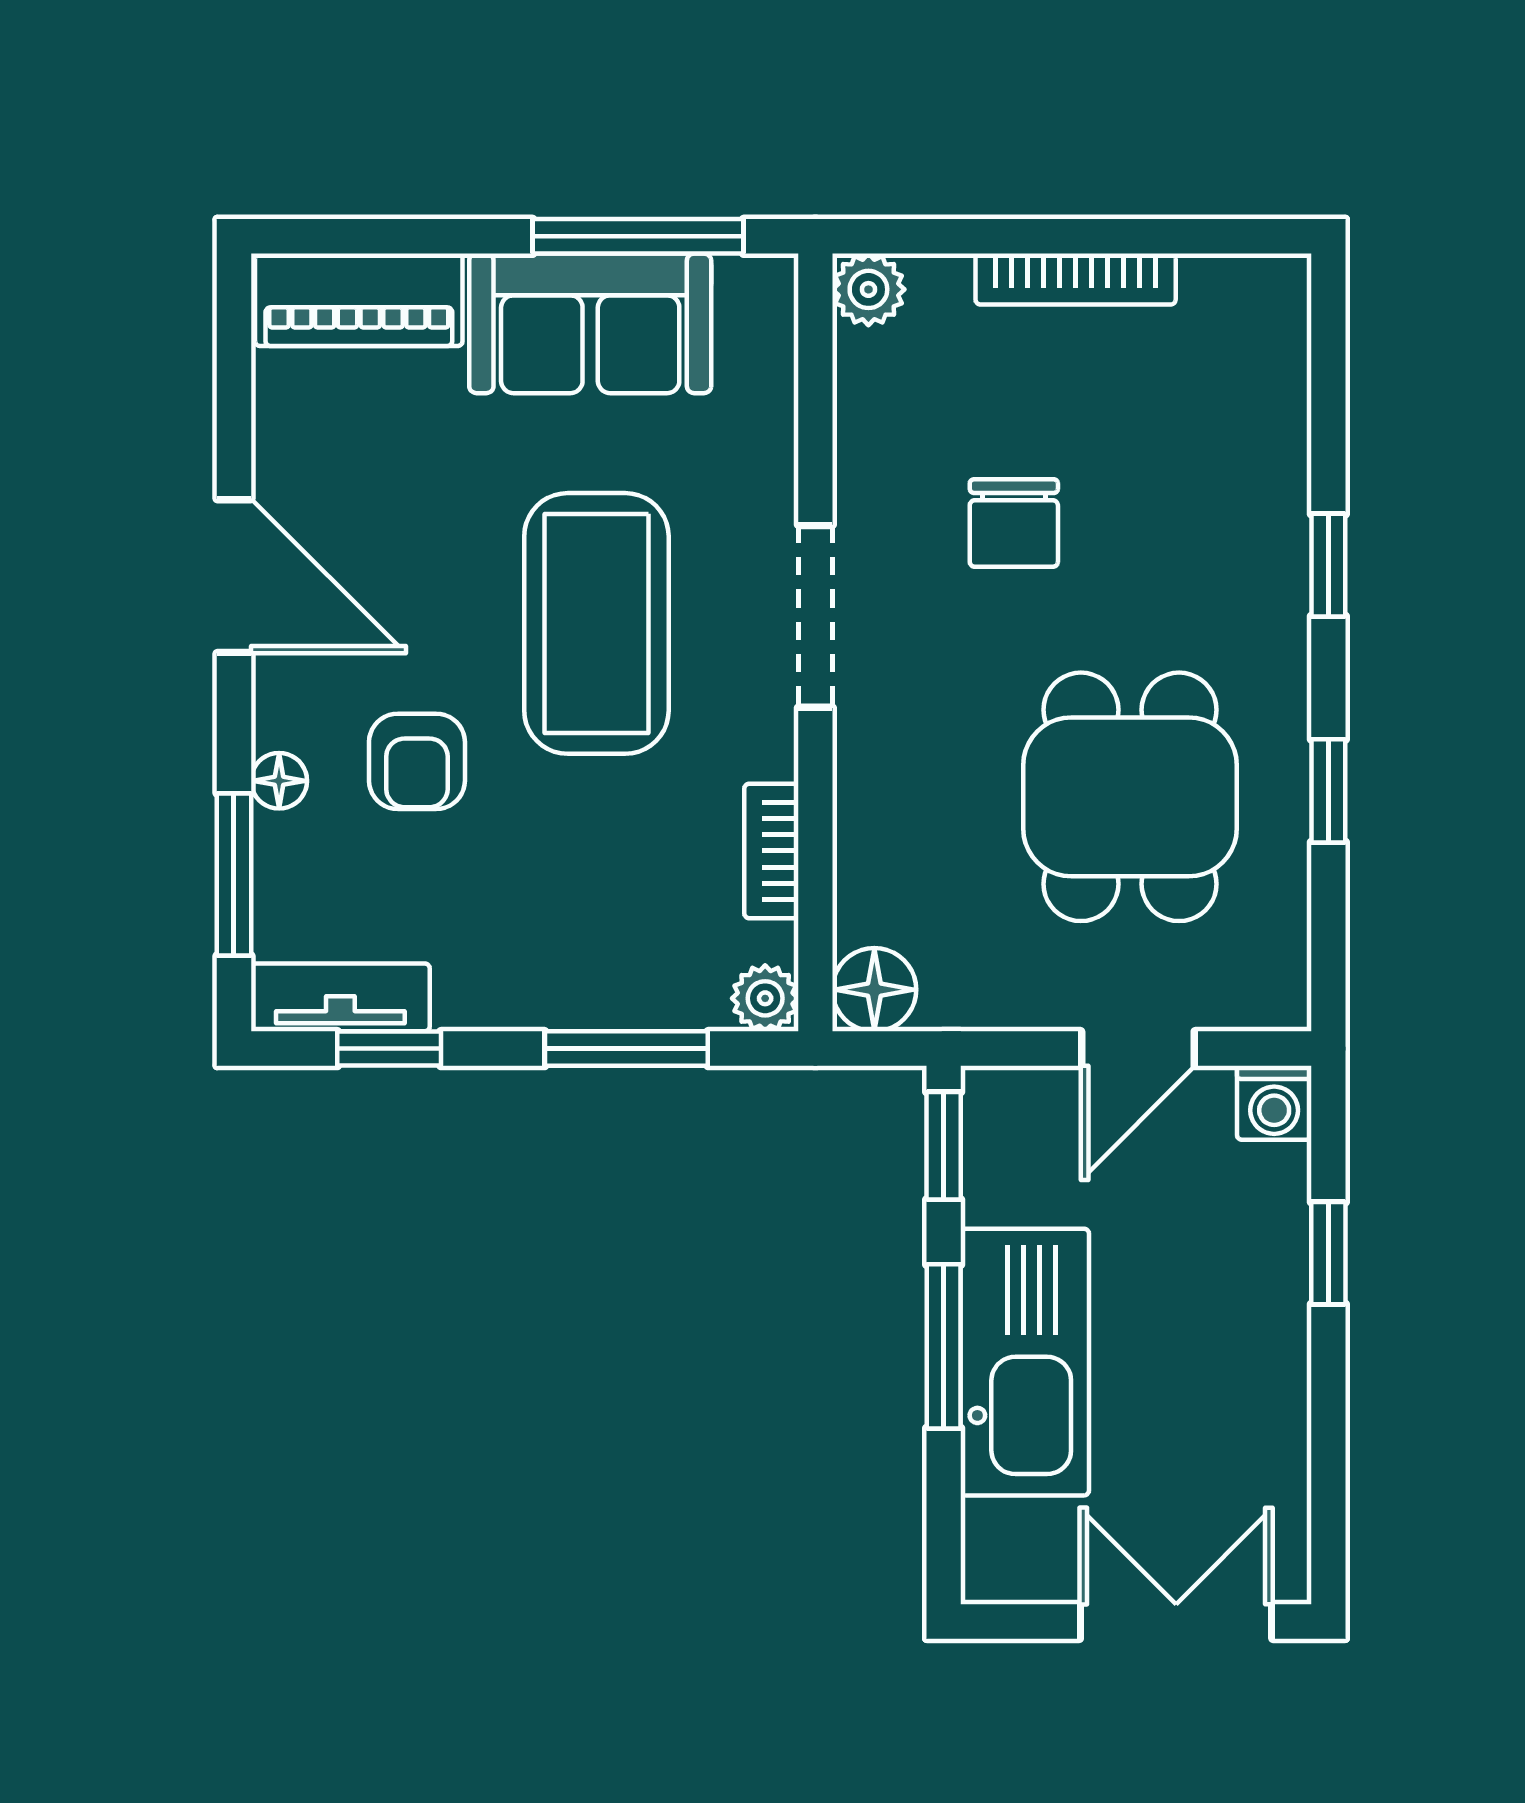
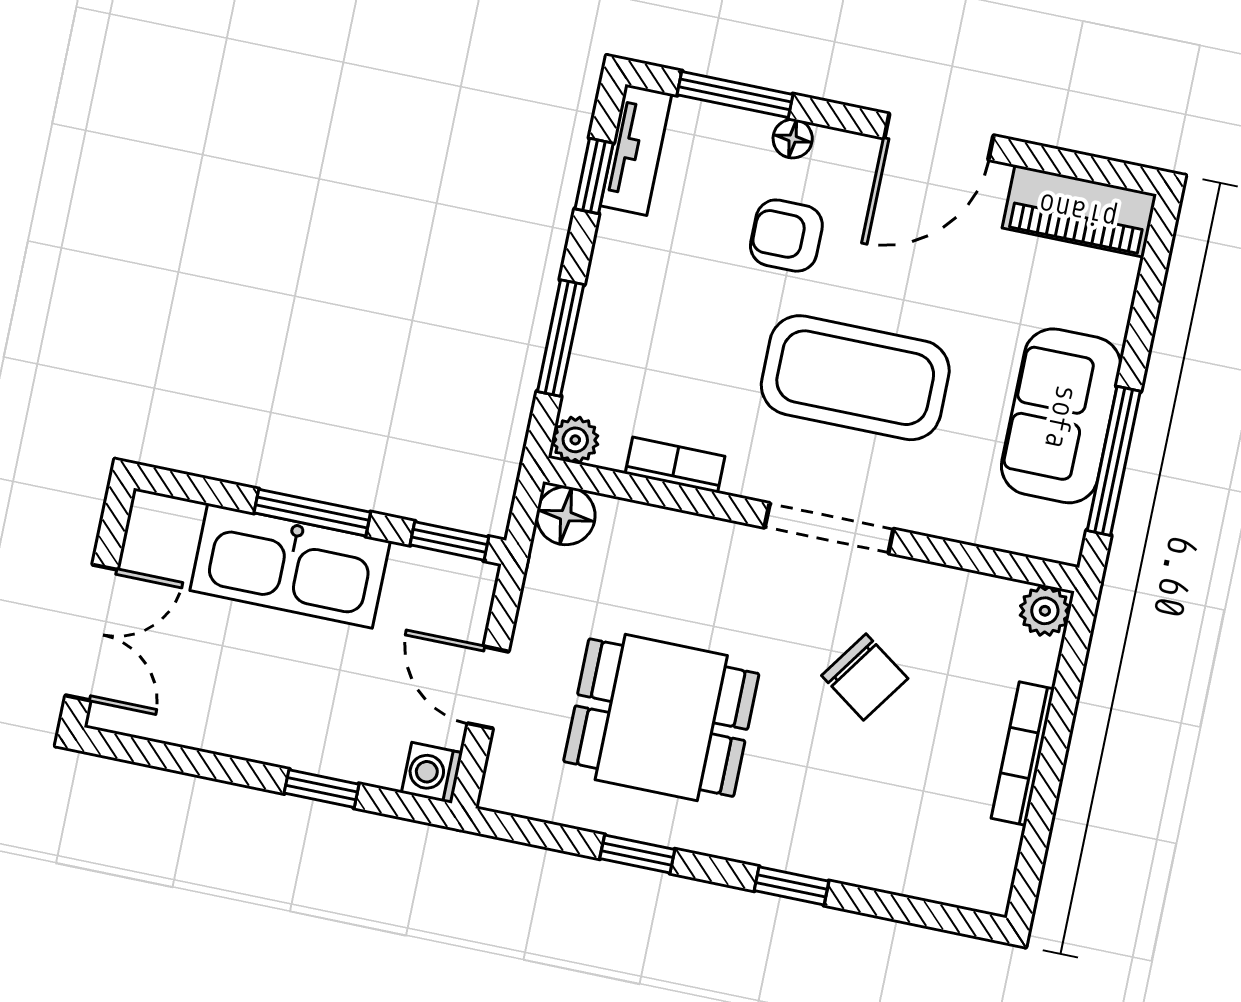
piano: (359, 300) -> (1079, 211), moved, turned -90
chair: (1014, 523) -> (865, 677), turned -145

